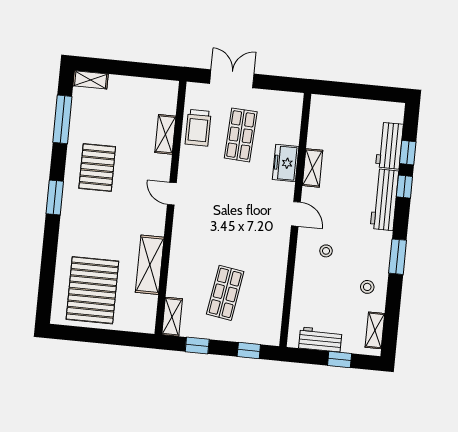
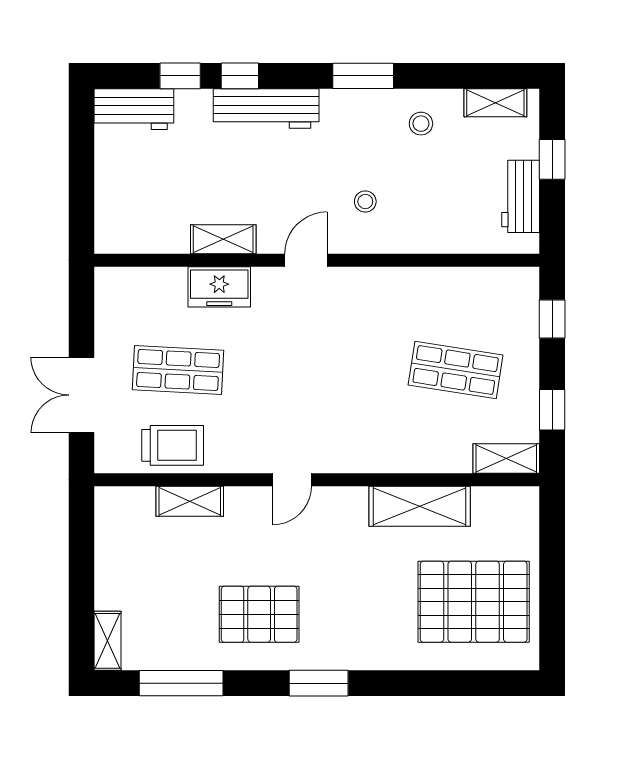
workbench: (389, 146) -> (134, 109), moved

